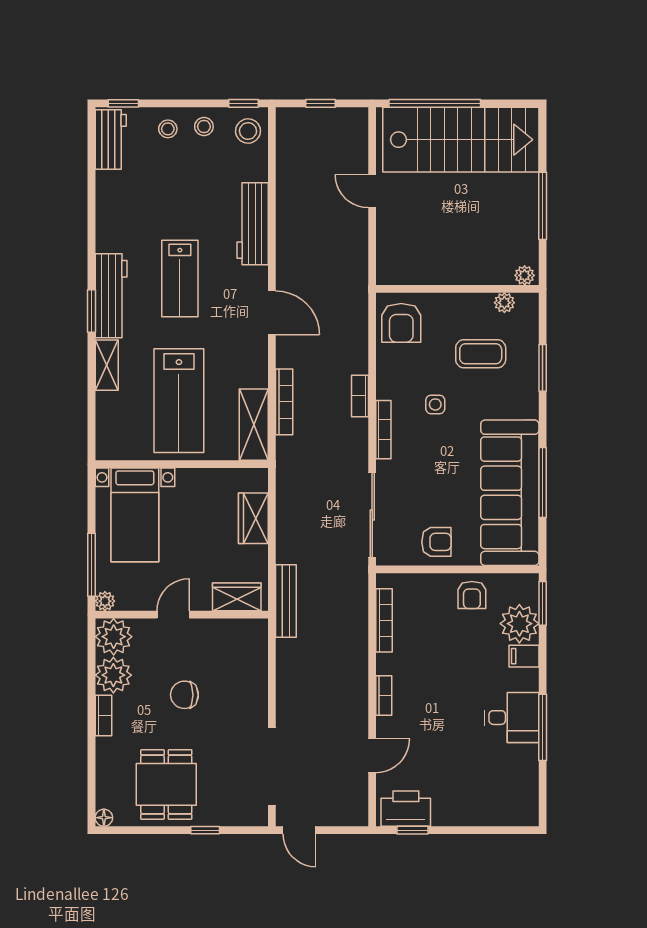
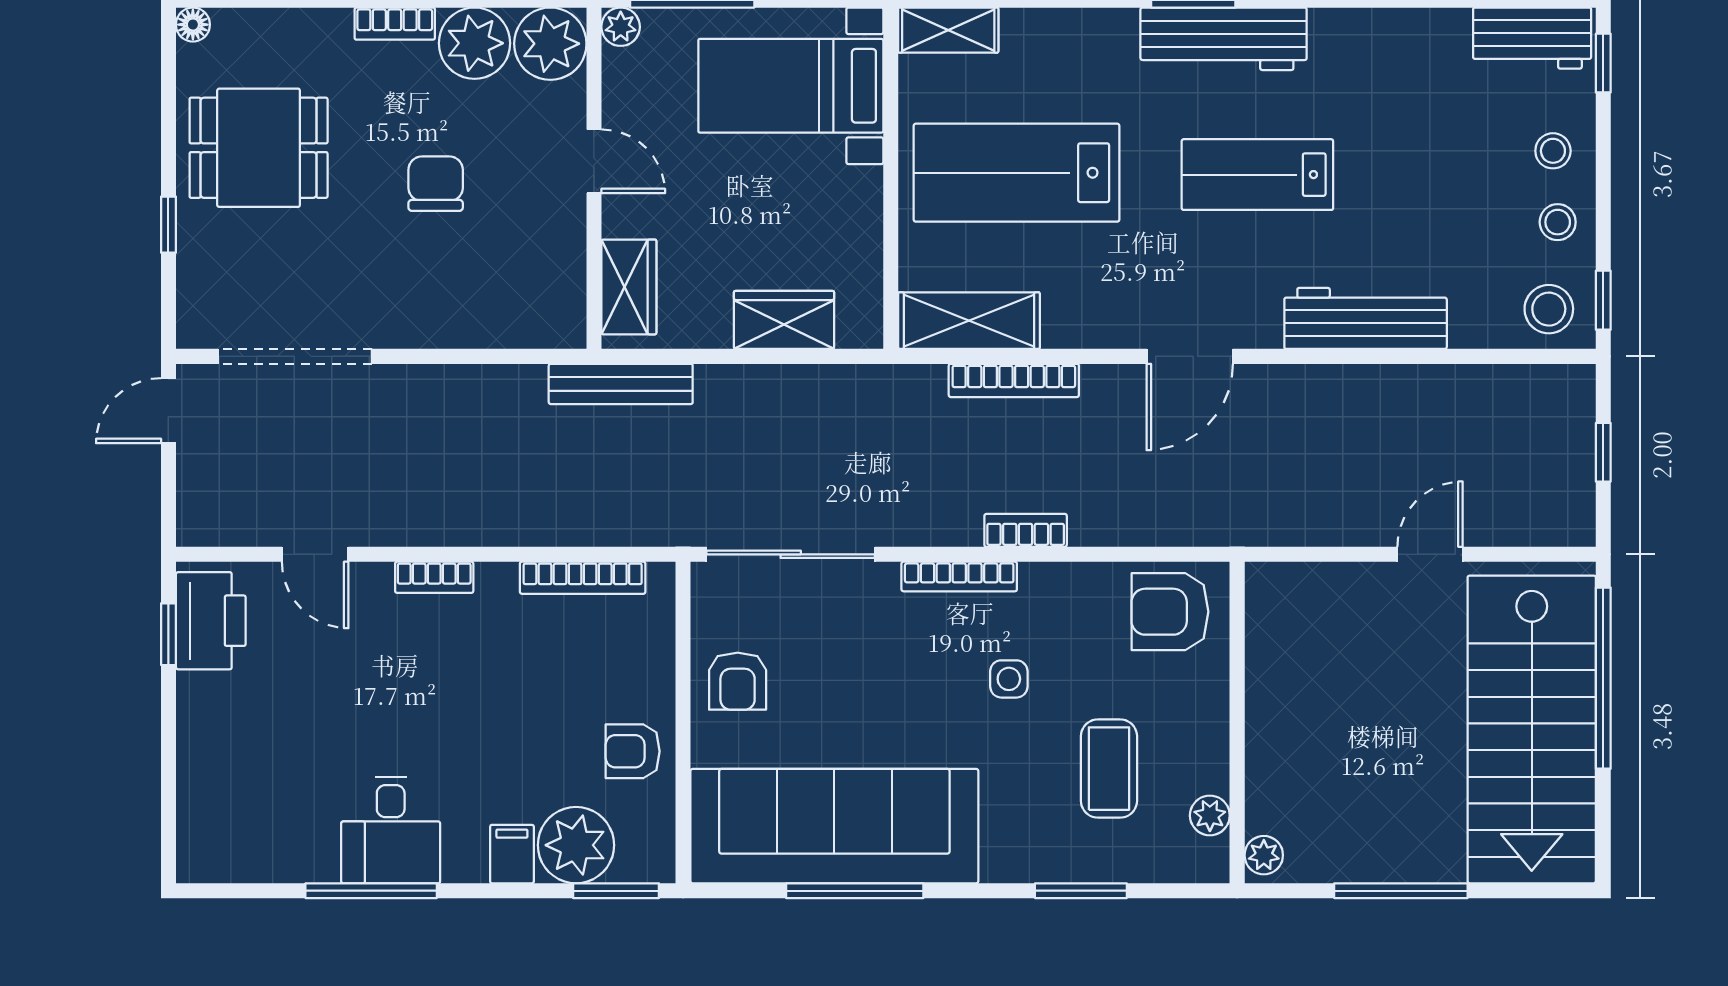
shelving: (107, 365) -> (948, 30), moved

